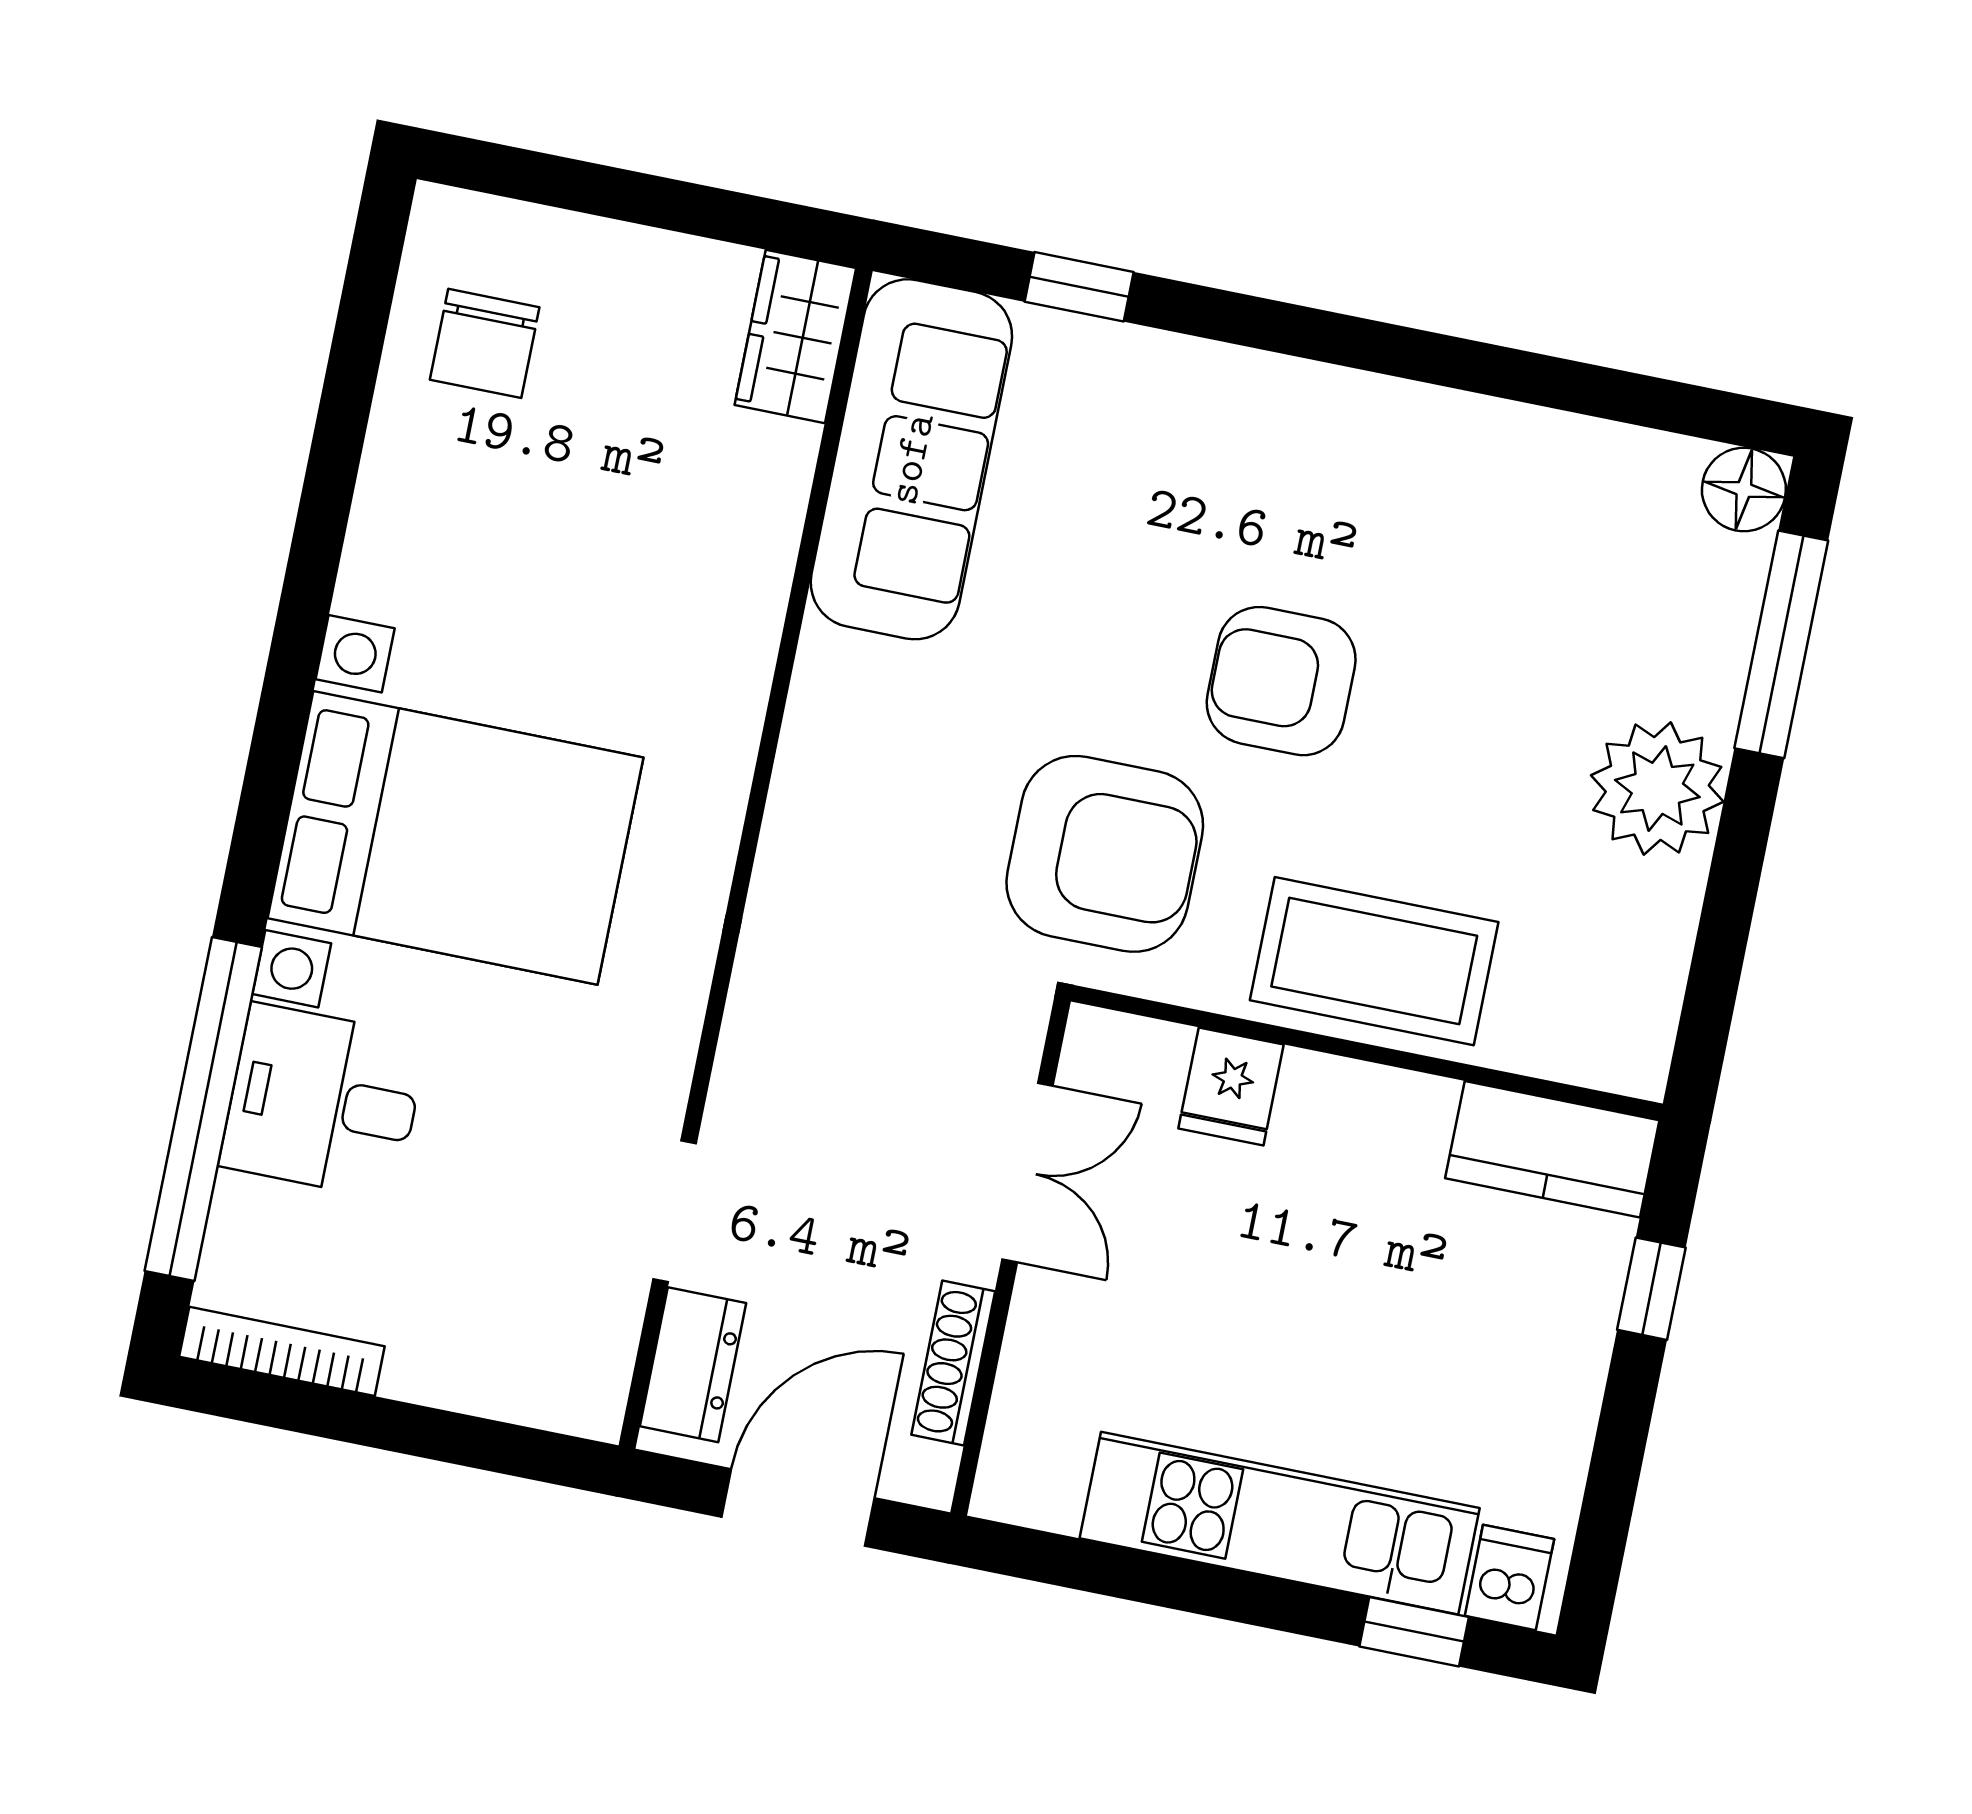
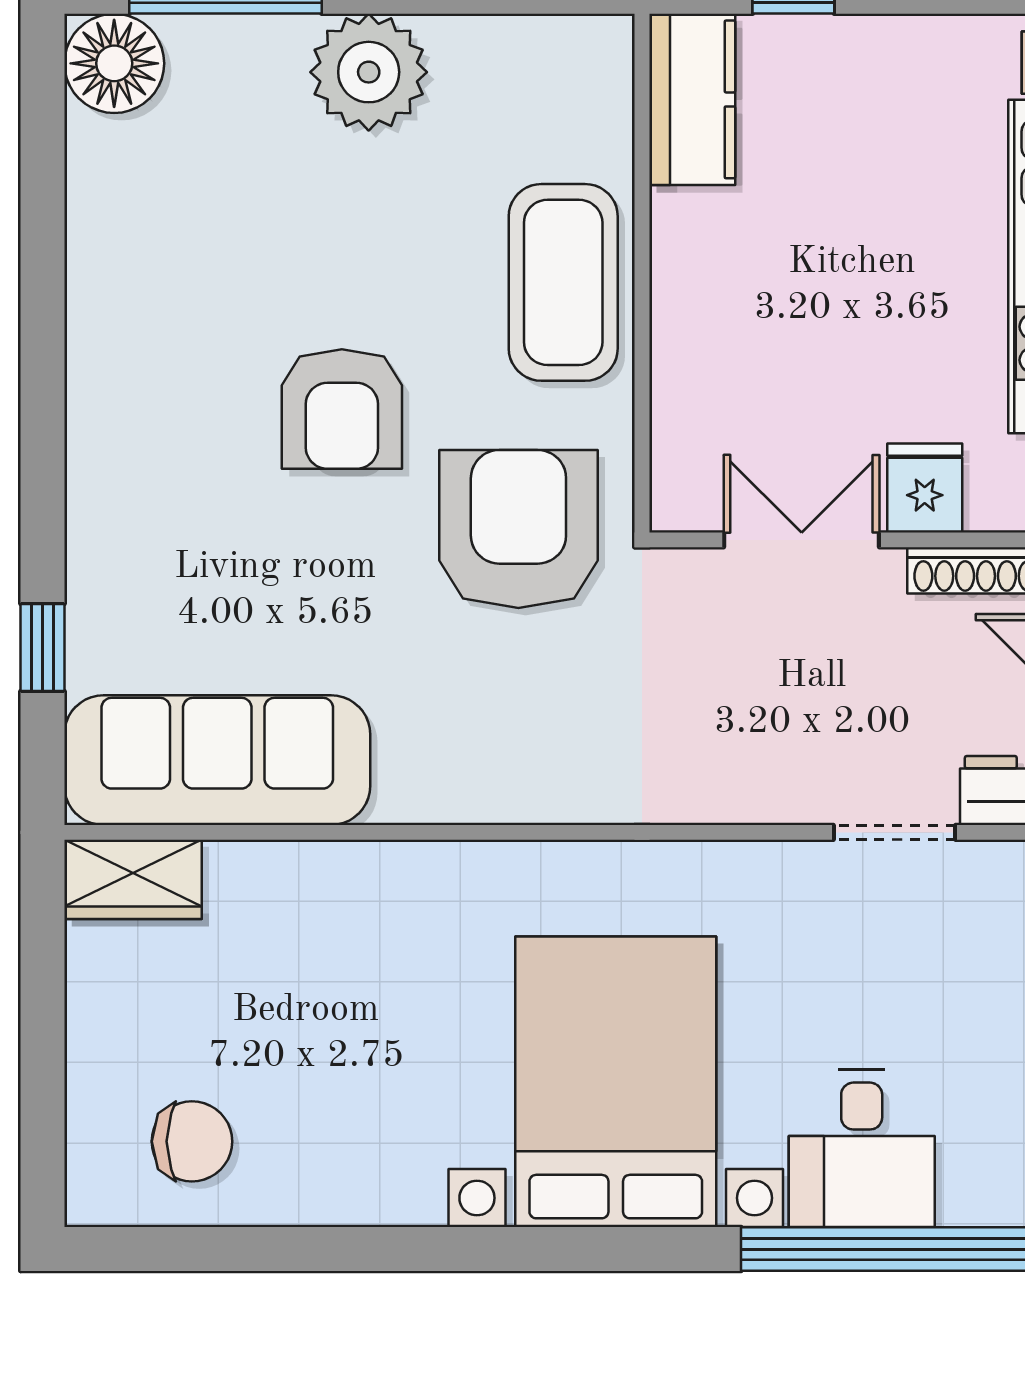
floor lamp: (1744, 490) -> (114, 63), width x1.38, depth x1.38
fridge: (1231, 1086) -> (925, 488), moved, turned -90

